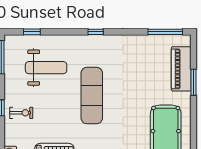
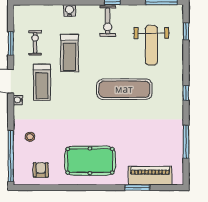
window: (165, 32) -> (186, 142), moved
exercise bike: (21, 113) -> (108, 21), width x1.38, depth x1.39

